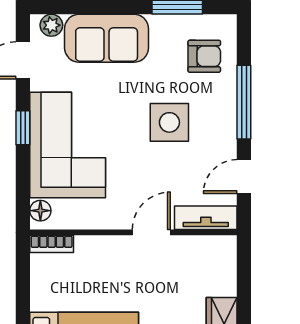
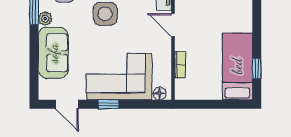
plant: (51, 25) -> (45, 19), moved
bookcase: (52, 244) -> (180, 65), moved

